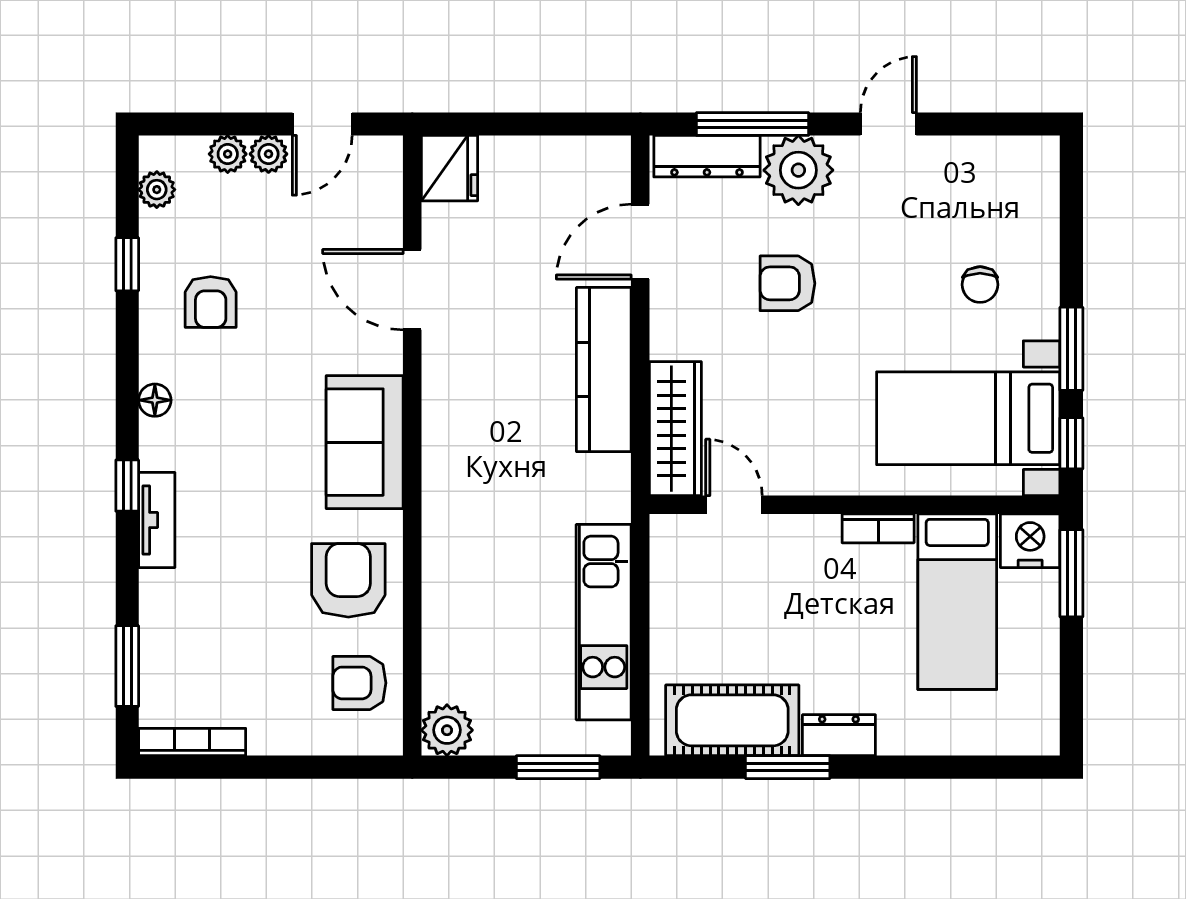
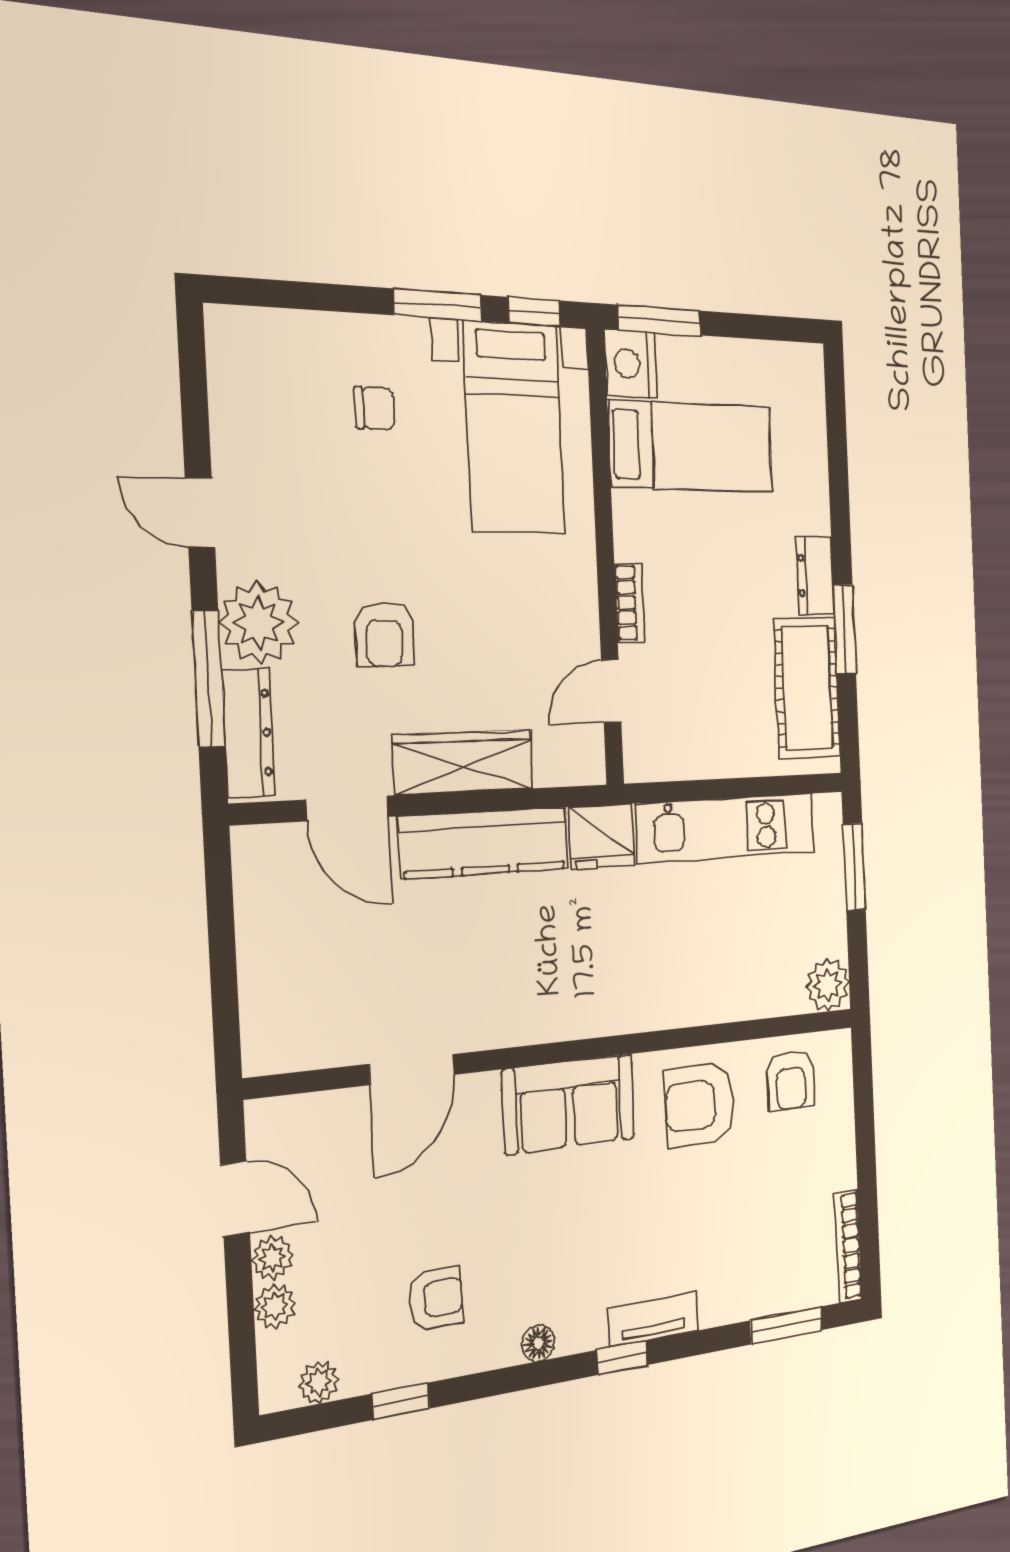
fridge: (450, 168) -> (601, 836), moved, turned 180
wardrobe: (675, 429) -> (463, 762), moved
bookcase: (878, 528) -> (630, 603), moved

